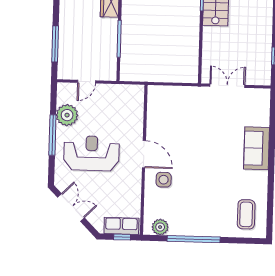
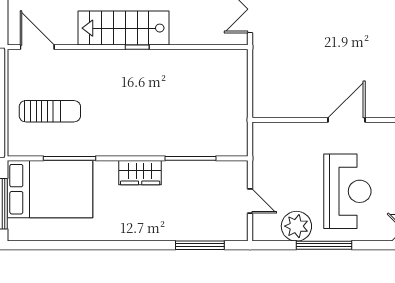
reception desk: (92, 153) -> (347, 191), turned 180
side table: (164, 180) -> (380, 92), removed

